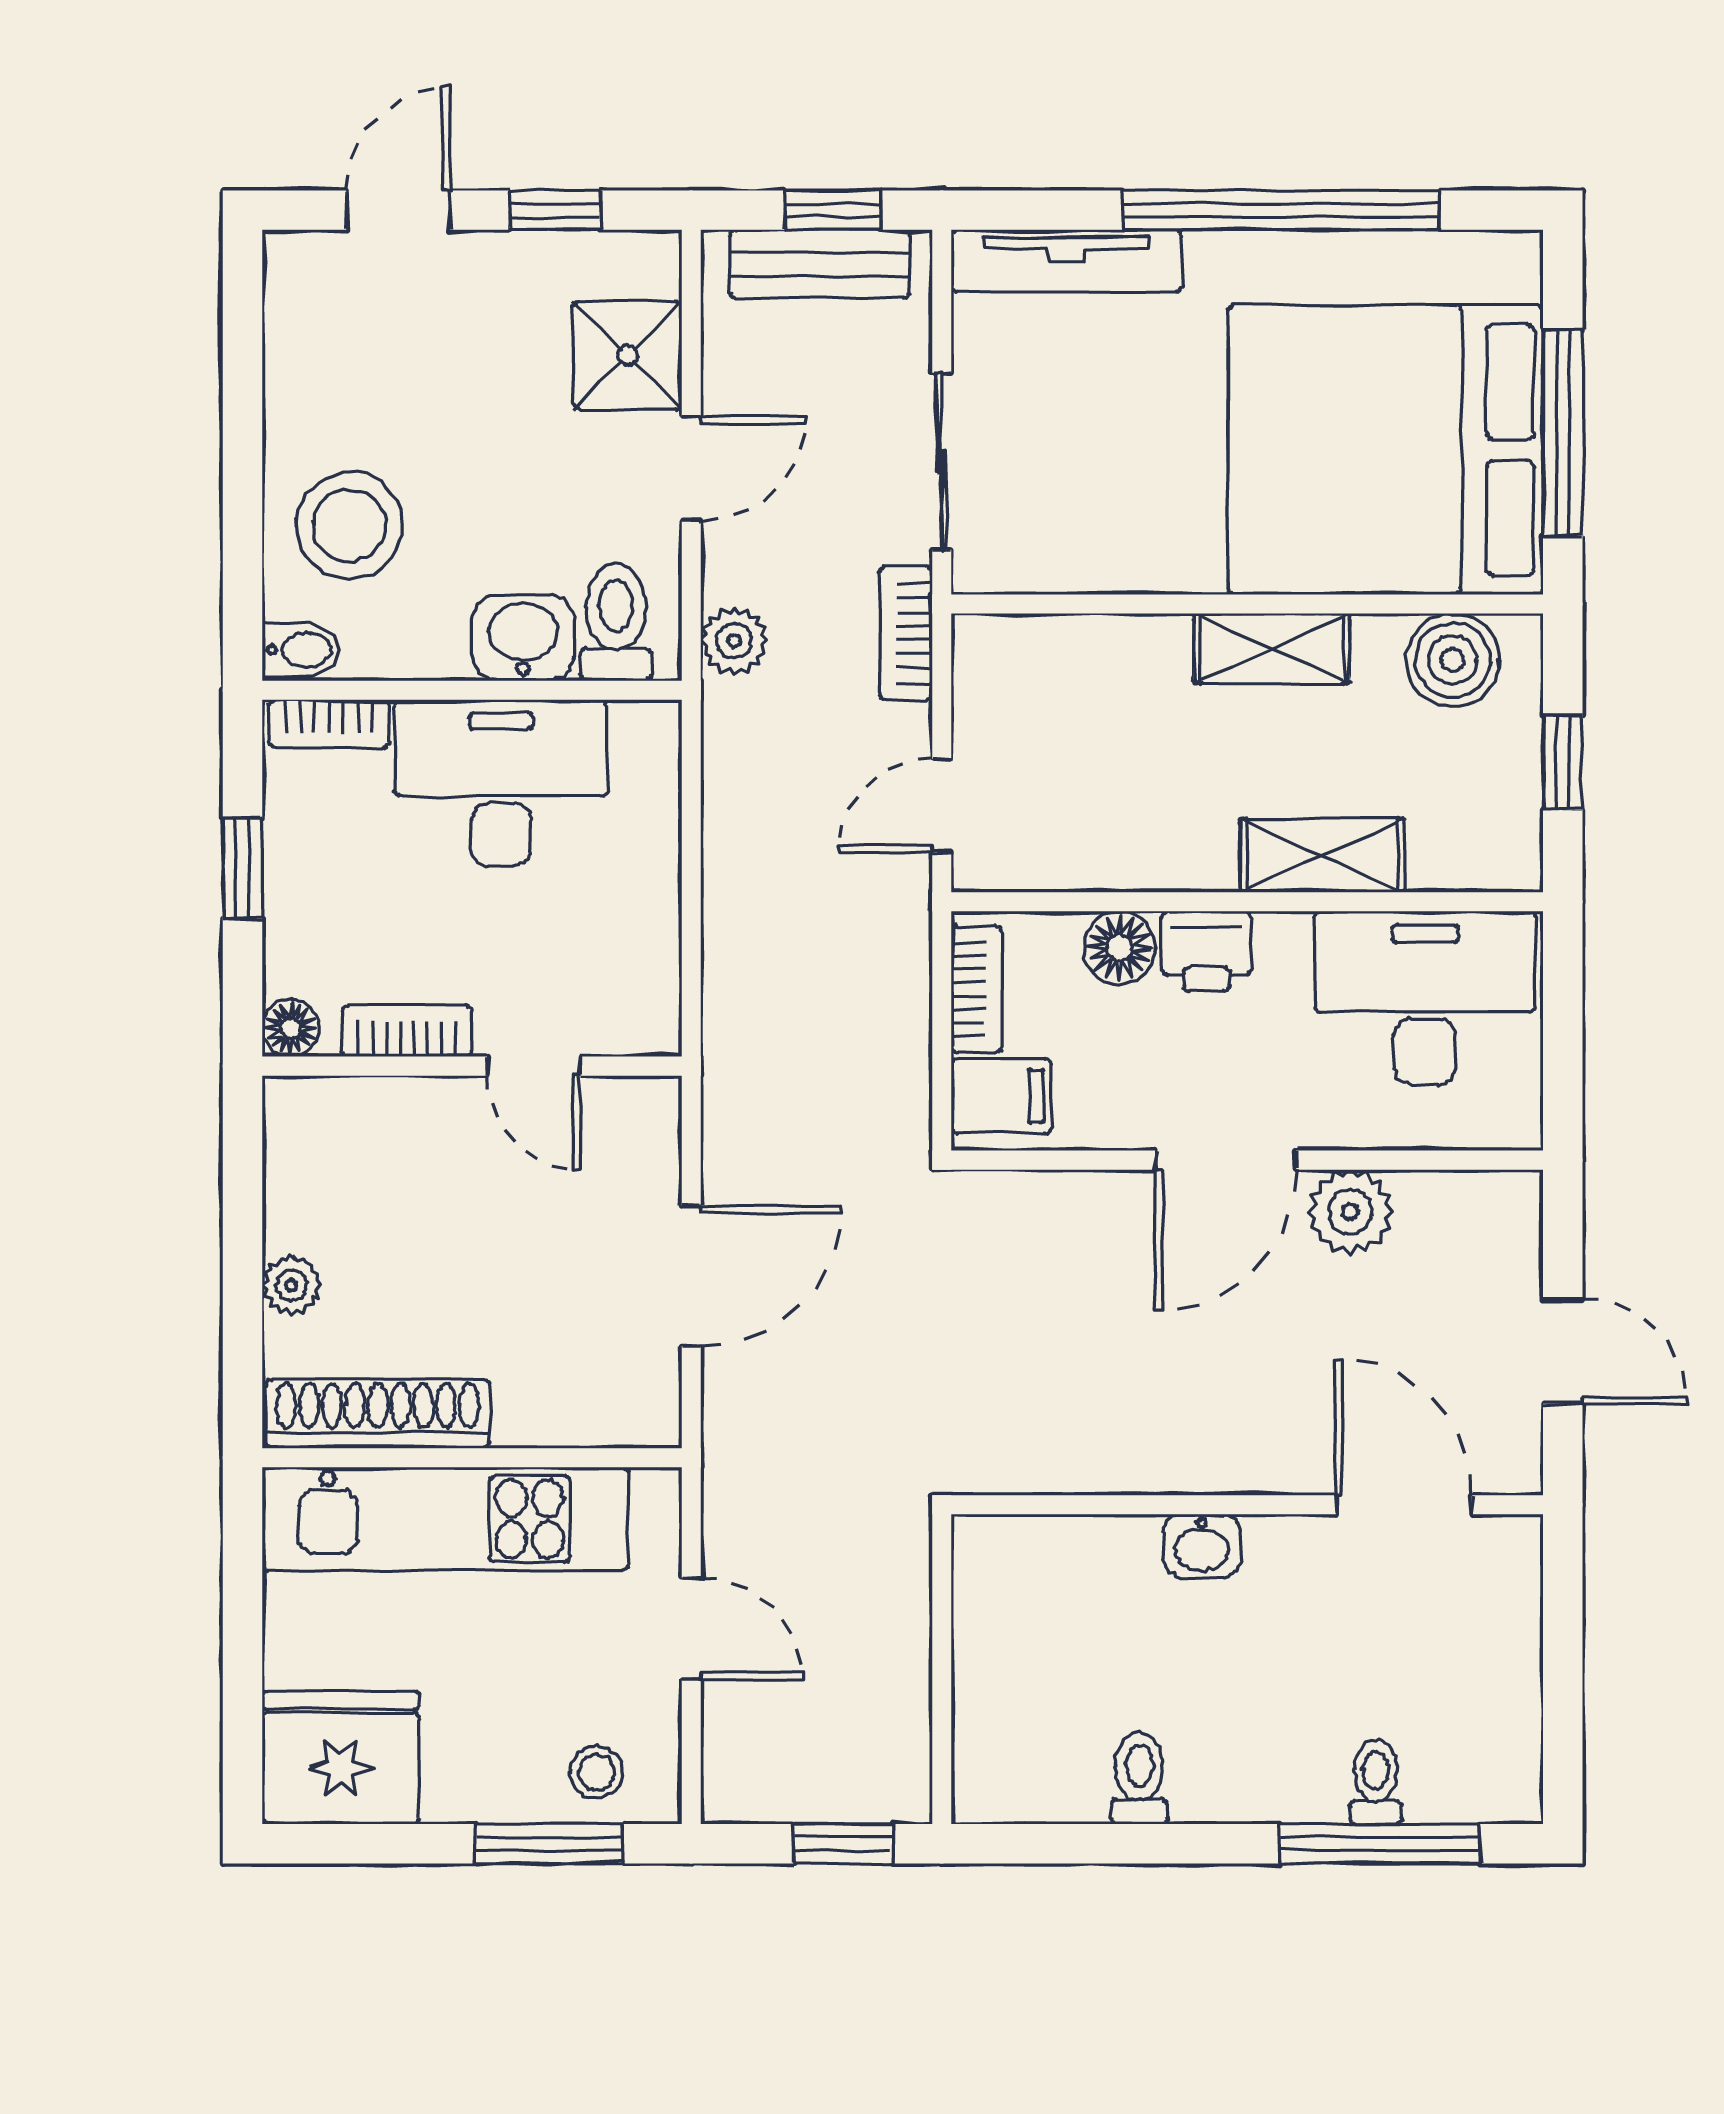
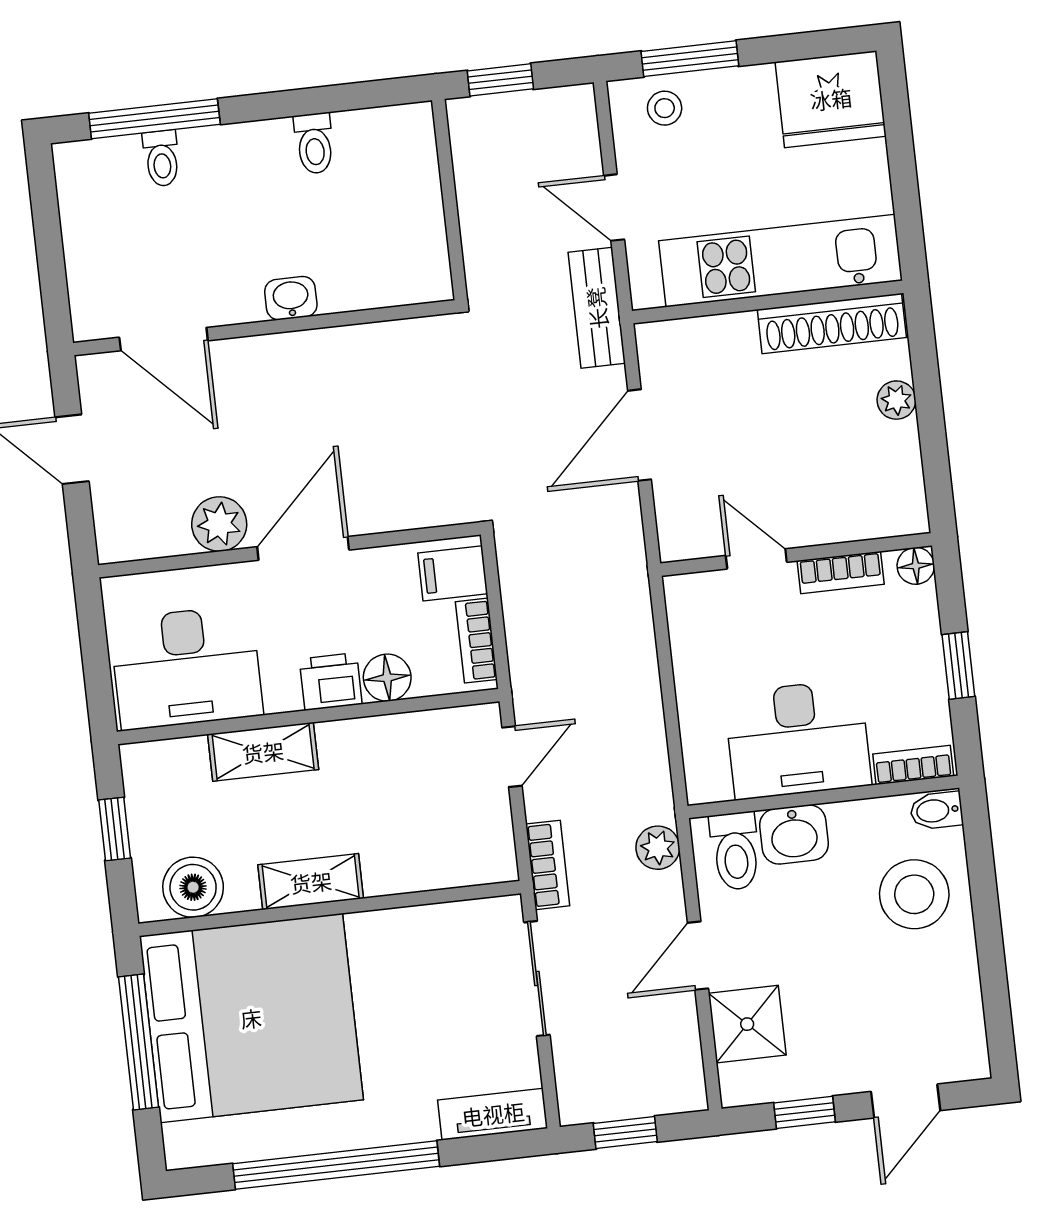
tv unit: (1066, 261) -> (493, 1114), width x0.71
bench: (820, 264) -> (597, 308), moved, turned 90

